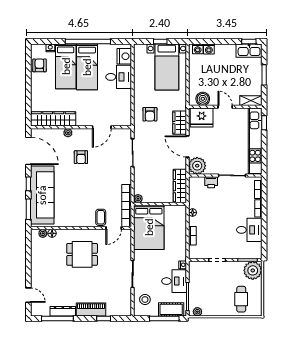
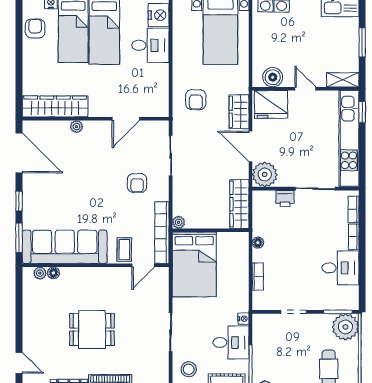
armchair: (81, 157) -> (137, 183), moved
sofa: (42, 195) -> (65, 247), moved, turned -90
dining table: (82, 254) -> (92, 330), moved

